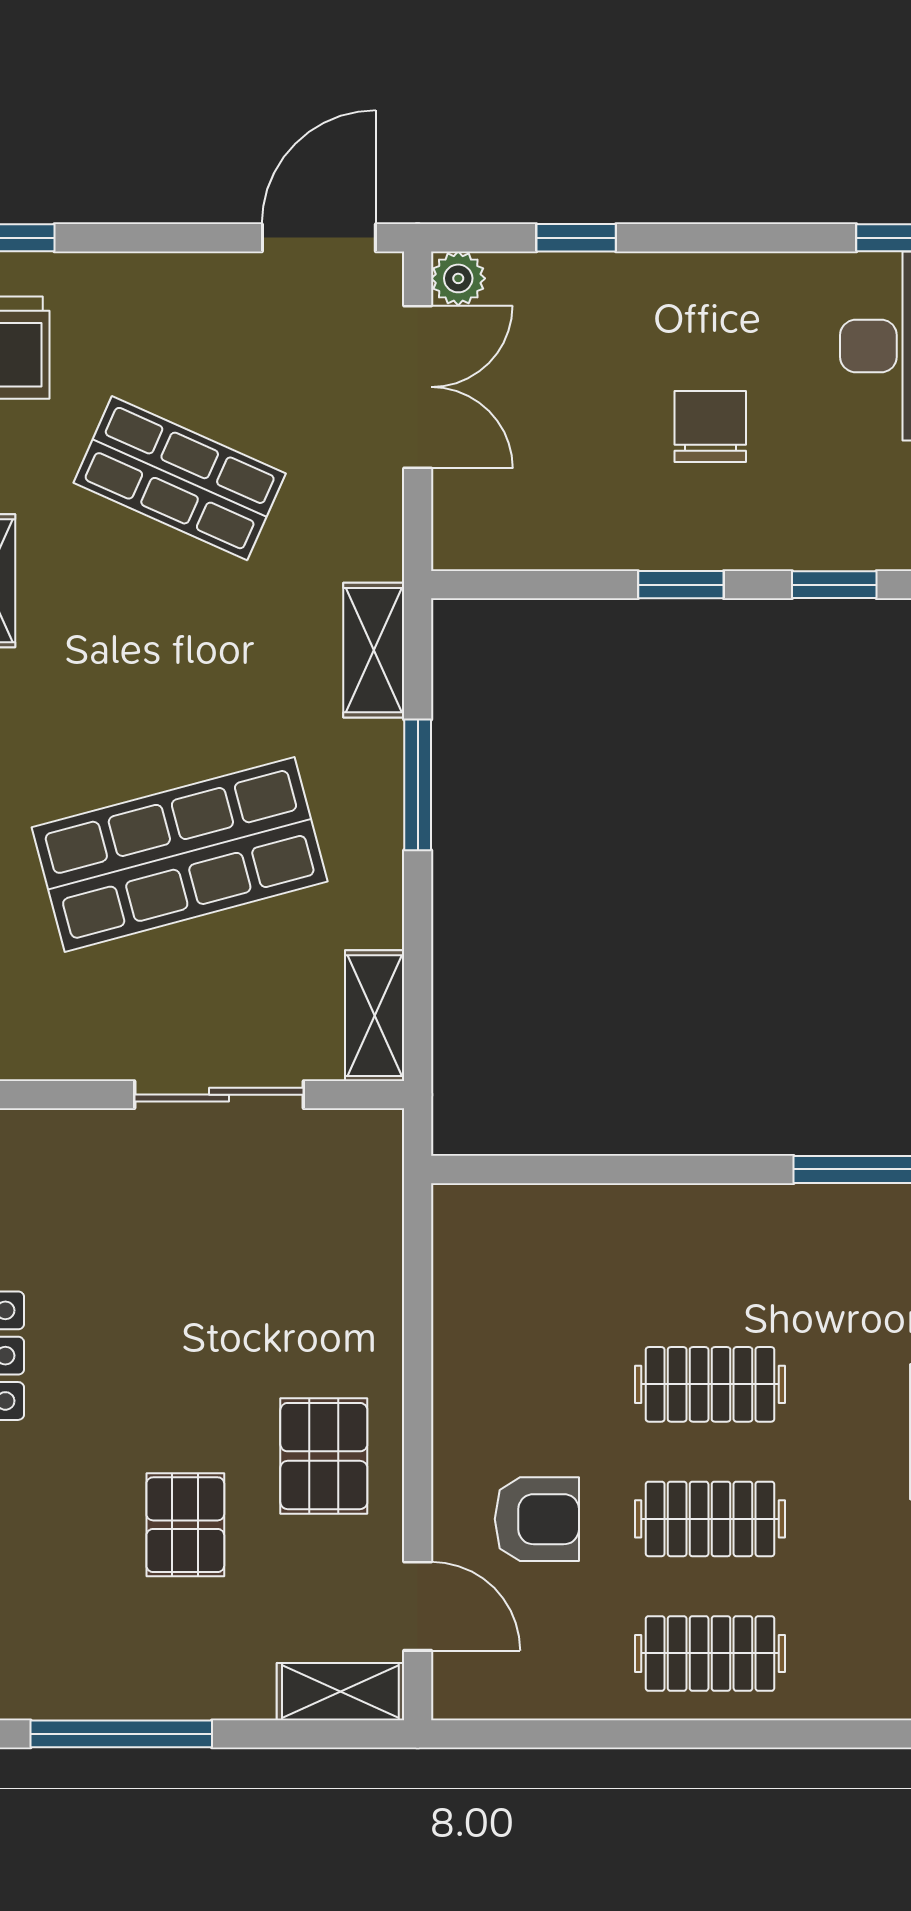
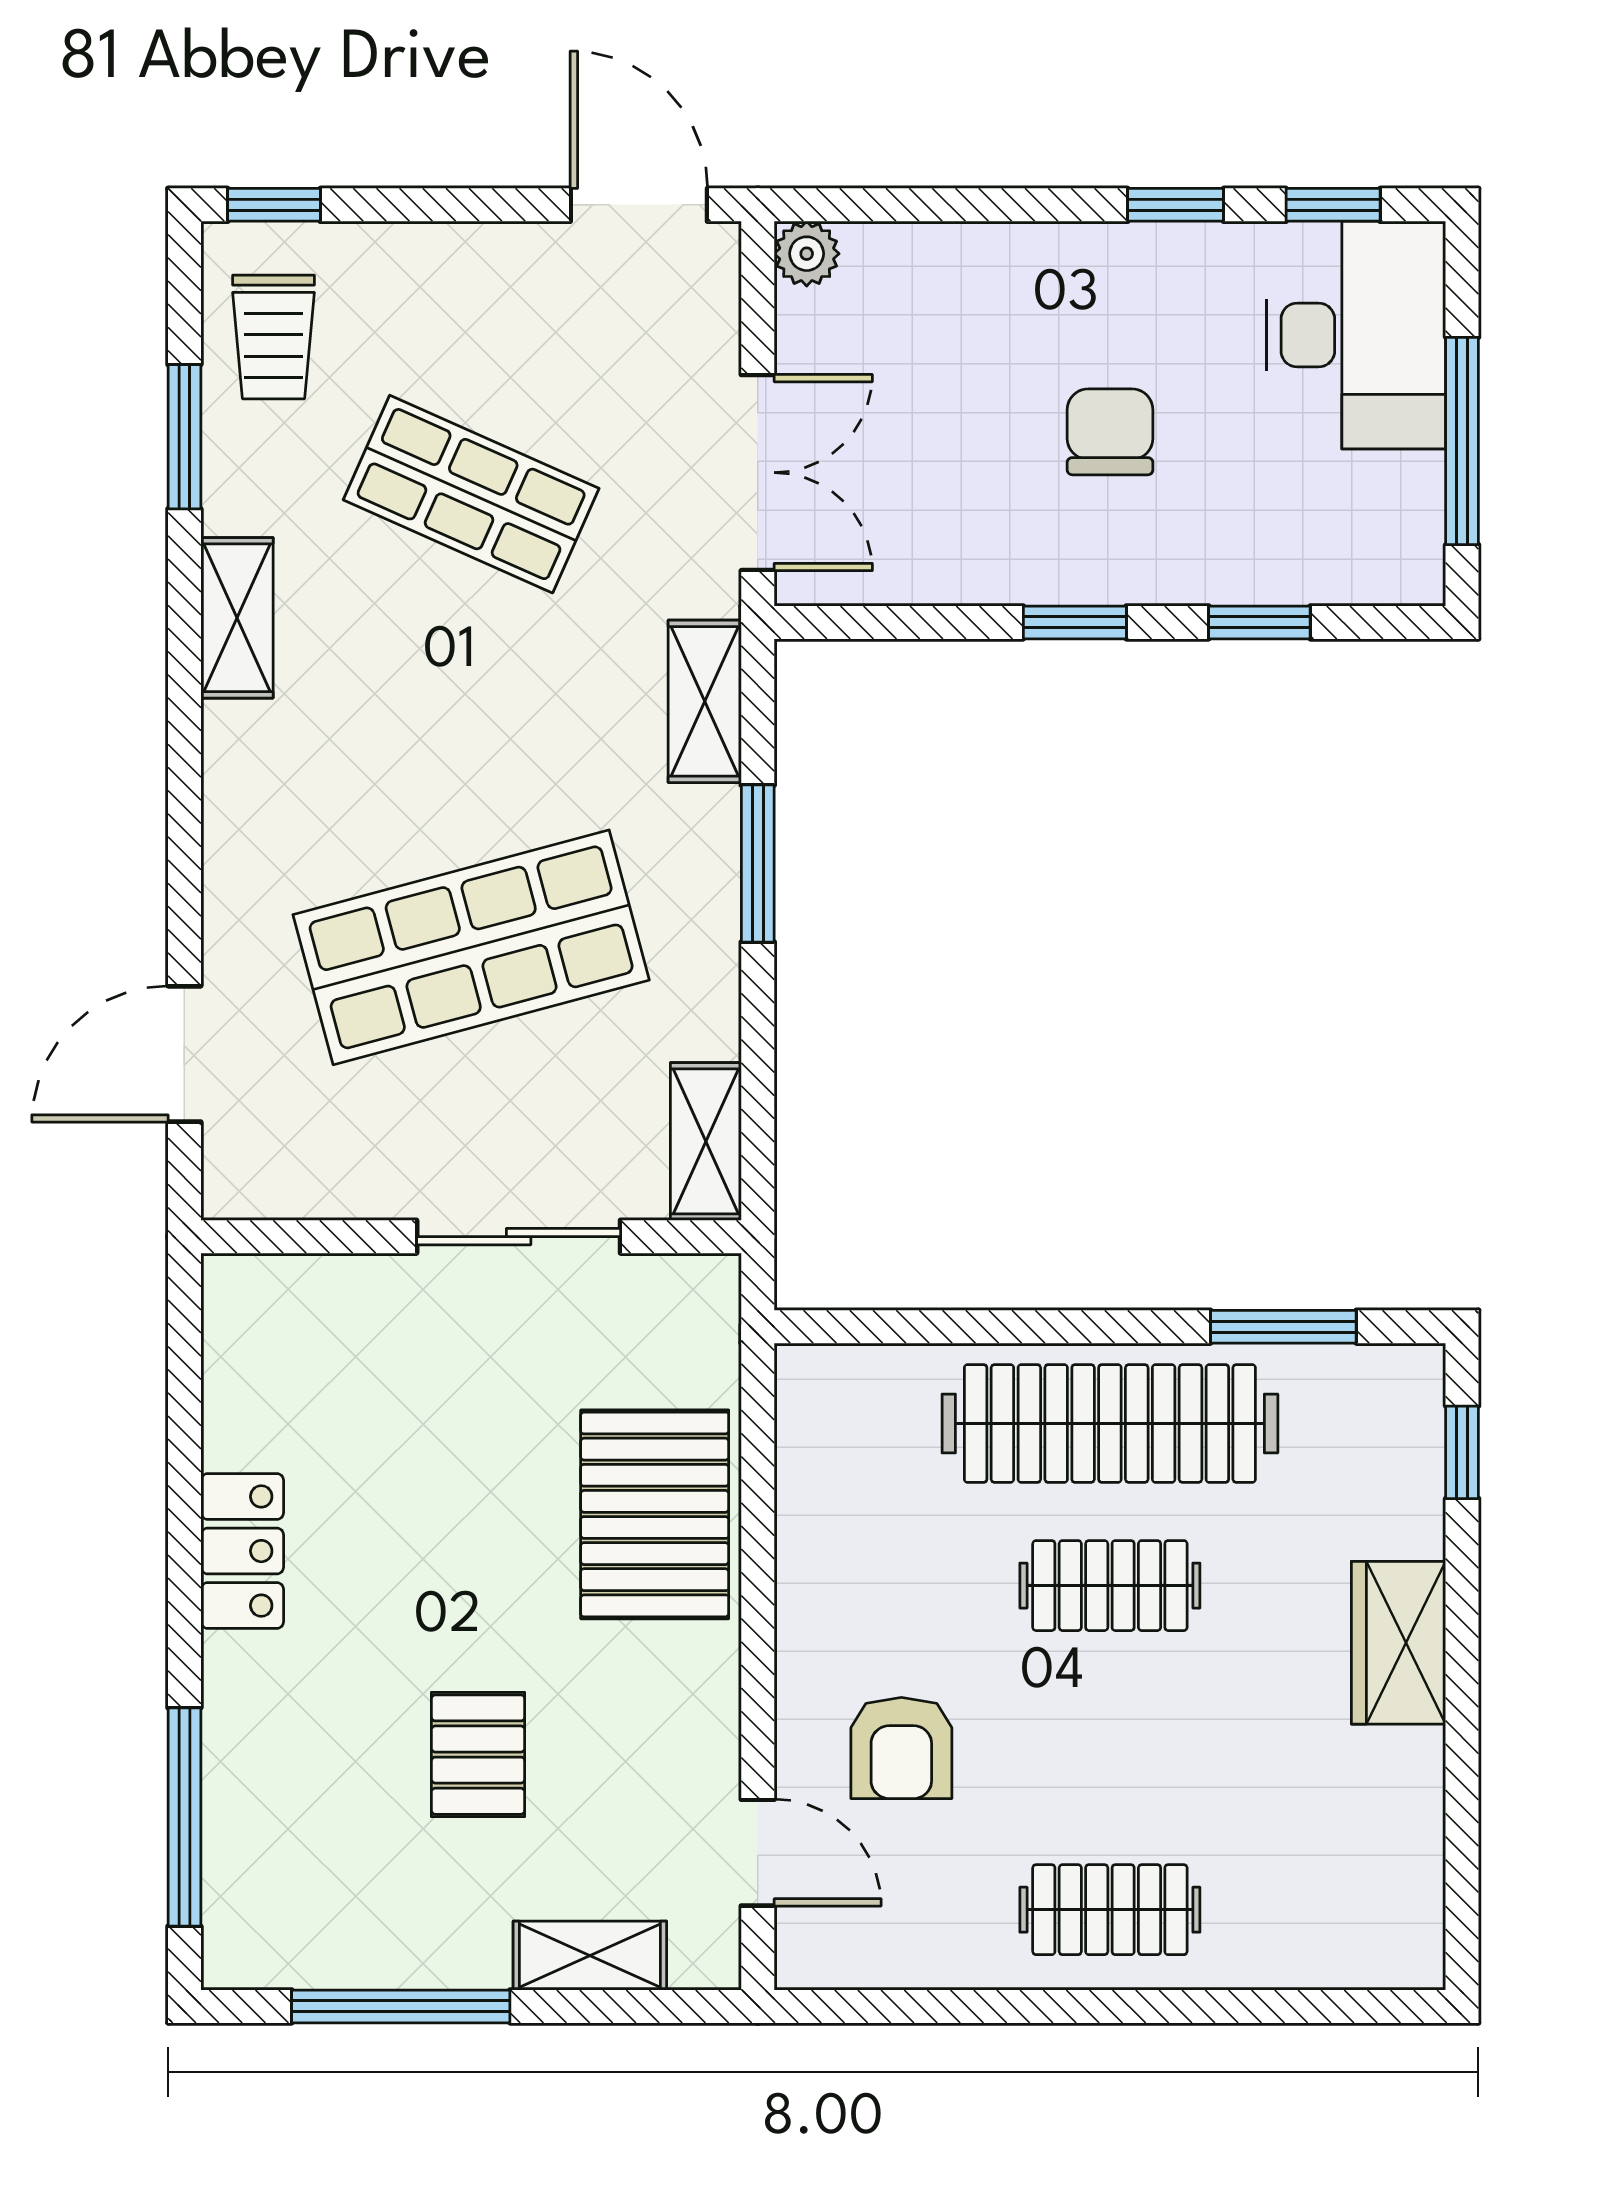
door: (319, 238) -> (639, 205), hinge flipped
window: (576, 238) -> (1176, 205), moved
double door: (418, 387) -> (758, 473), moved
pallet: (324, 1456) -> (655, 1514), moved, width x1.50, depth x1.42
armchair: (537, 1519) -> (901, 1748), turned 90
clothes rail: (710, 1519) -> (1110, 1424), moved, width x1.86, depth x1.31
shelving: (340, 1692) -> (590, 1956), moved

